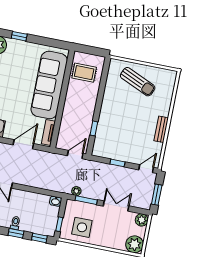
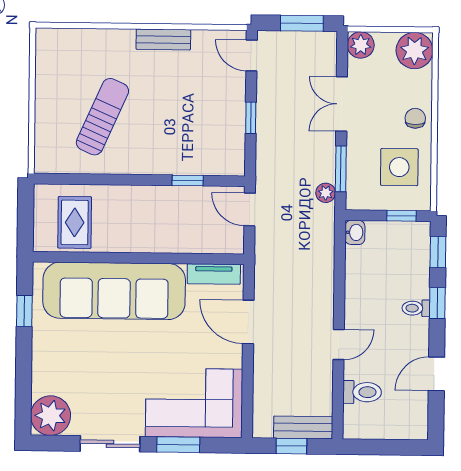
window: (19, 36) -> (24, 311), moved
sun lounger: (138, 82) -> (102, 117), moved
chair: (103, 239) -> (415, 118), added

